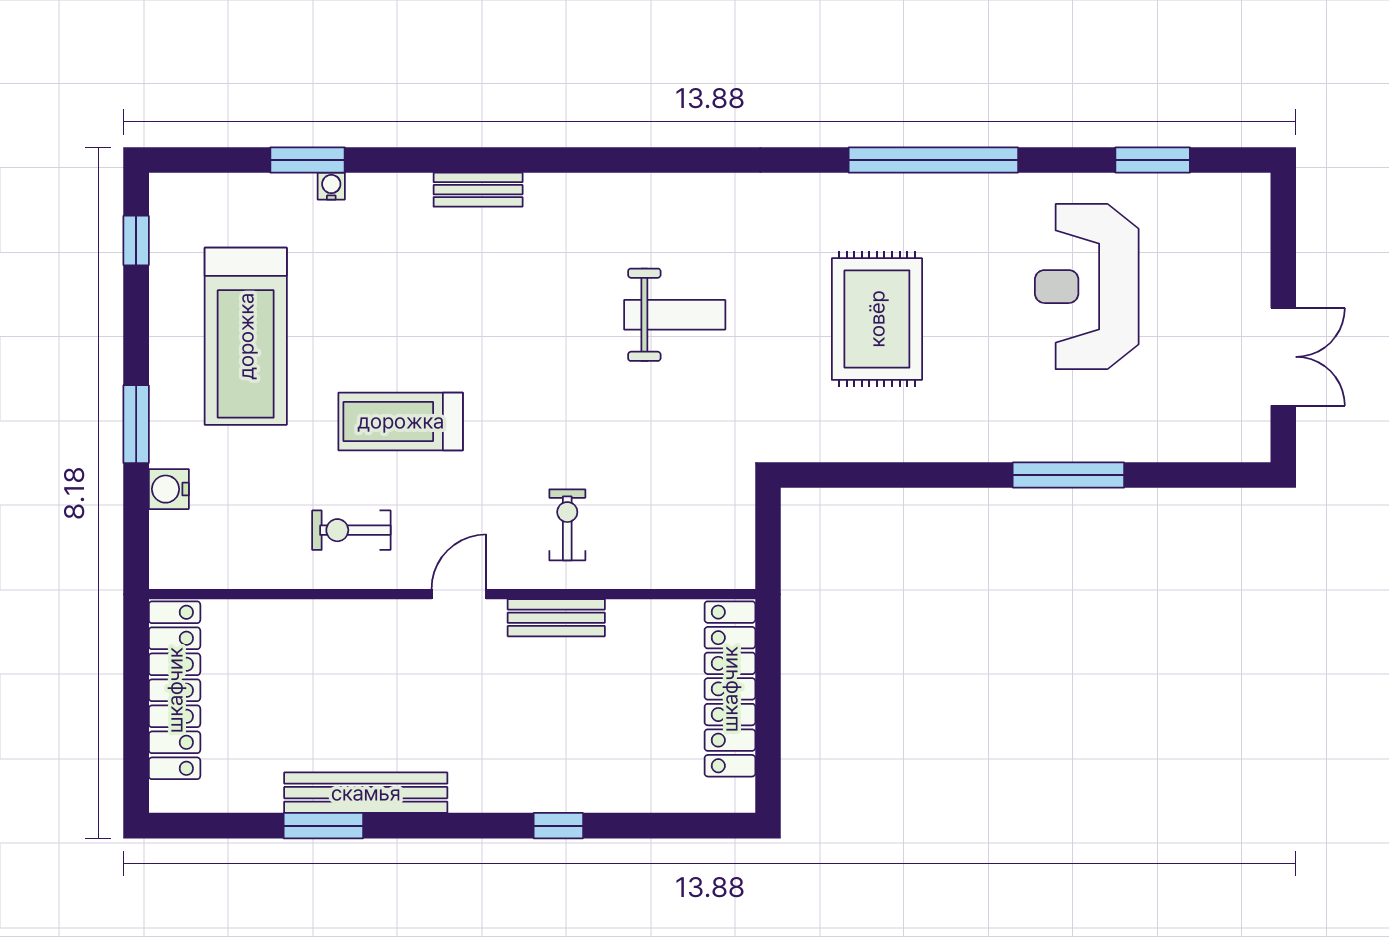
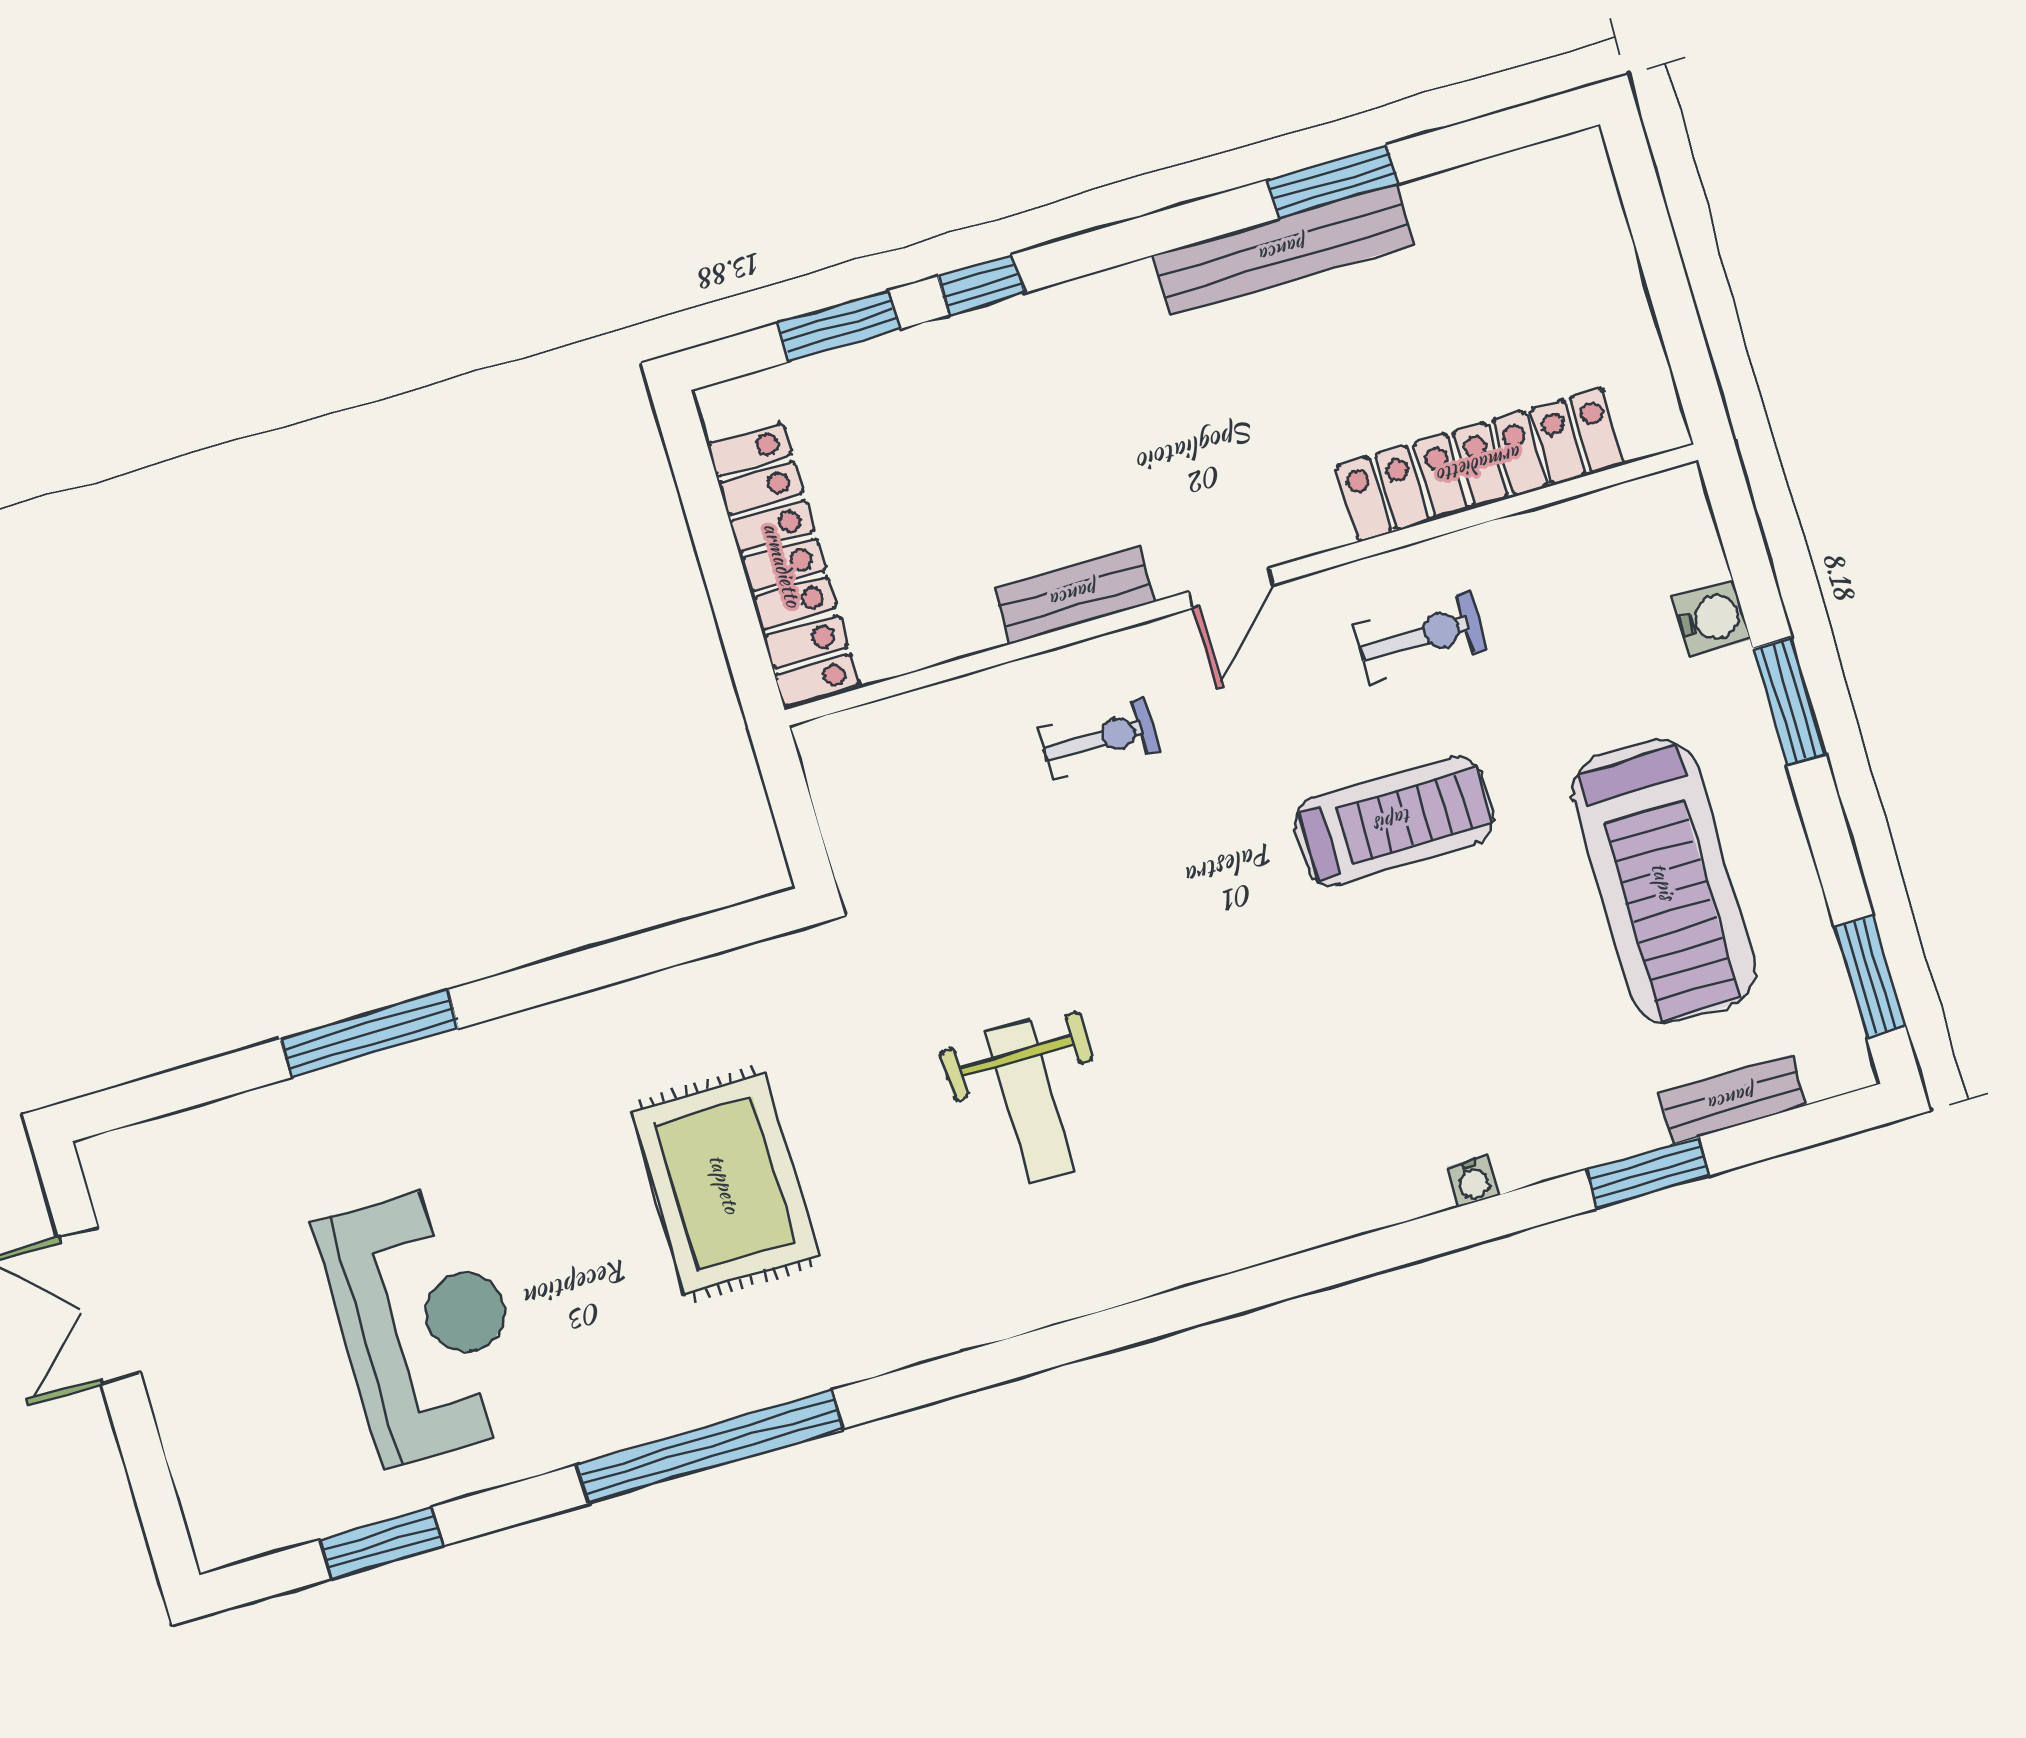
water cooler: (331, 186) -> (1473, 1181), moved
bench: (478, 190) -> (1733, 1099), moved
window: (136, 240) -> (1870, 977), width x1.50
weight bench: (675, 315) -> (1030, 1101), turned -90
treadmill: (246, 336) -> (1664, 881), turned 180
exercise bike: (567, 525) -> (1099, 739), turned -90
locker: (175, 690) -> (1480, 465), moved, turned 90
window: (653, 826) -> (839, 326), added

